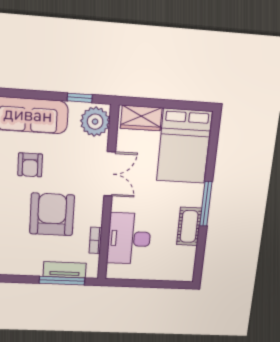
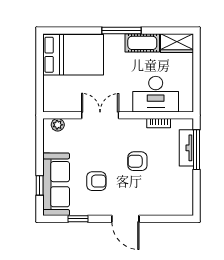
window: (80, 98) -> (40, 185), moved
wardrobe: (141, 118) -> (177, 43), moved, turned 90
plant: (95, 122) -> (58, 125), width x0.53, depth x0.53
armchair: (52, 214) -> (137, 161), width x0.53, depth x0.53

